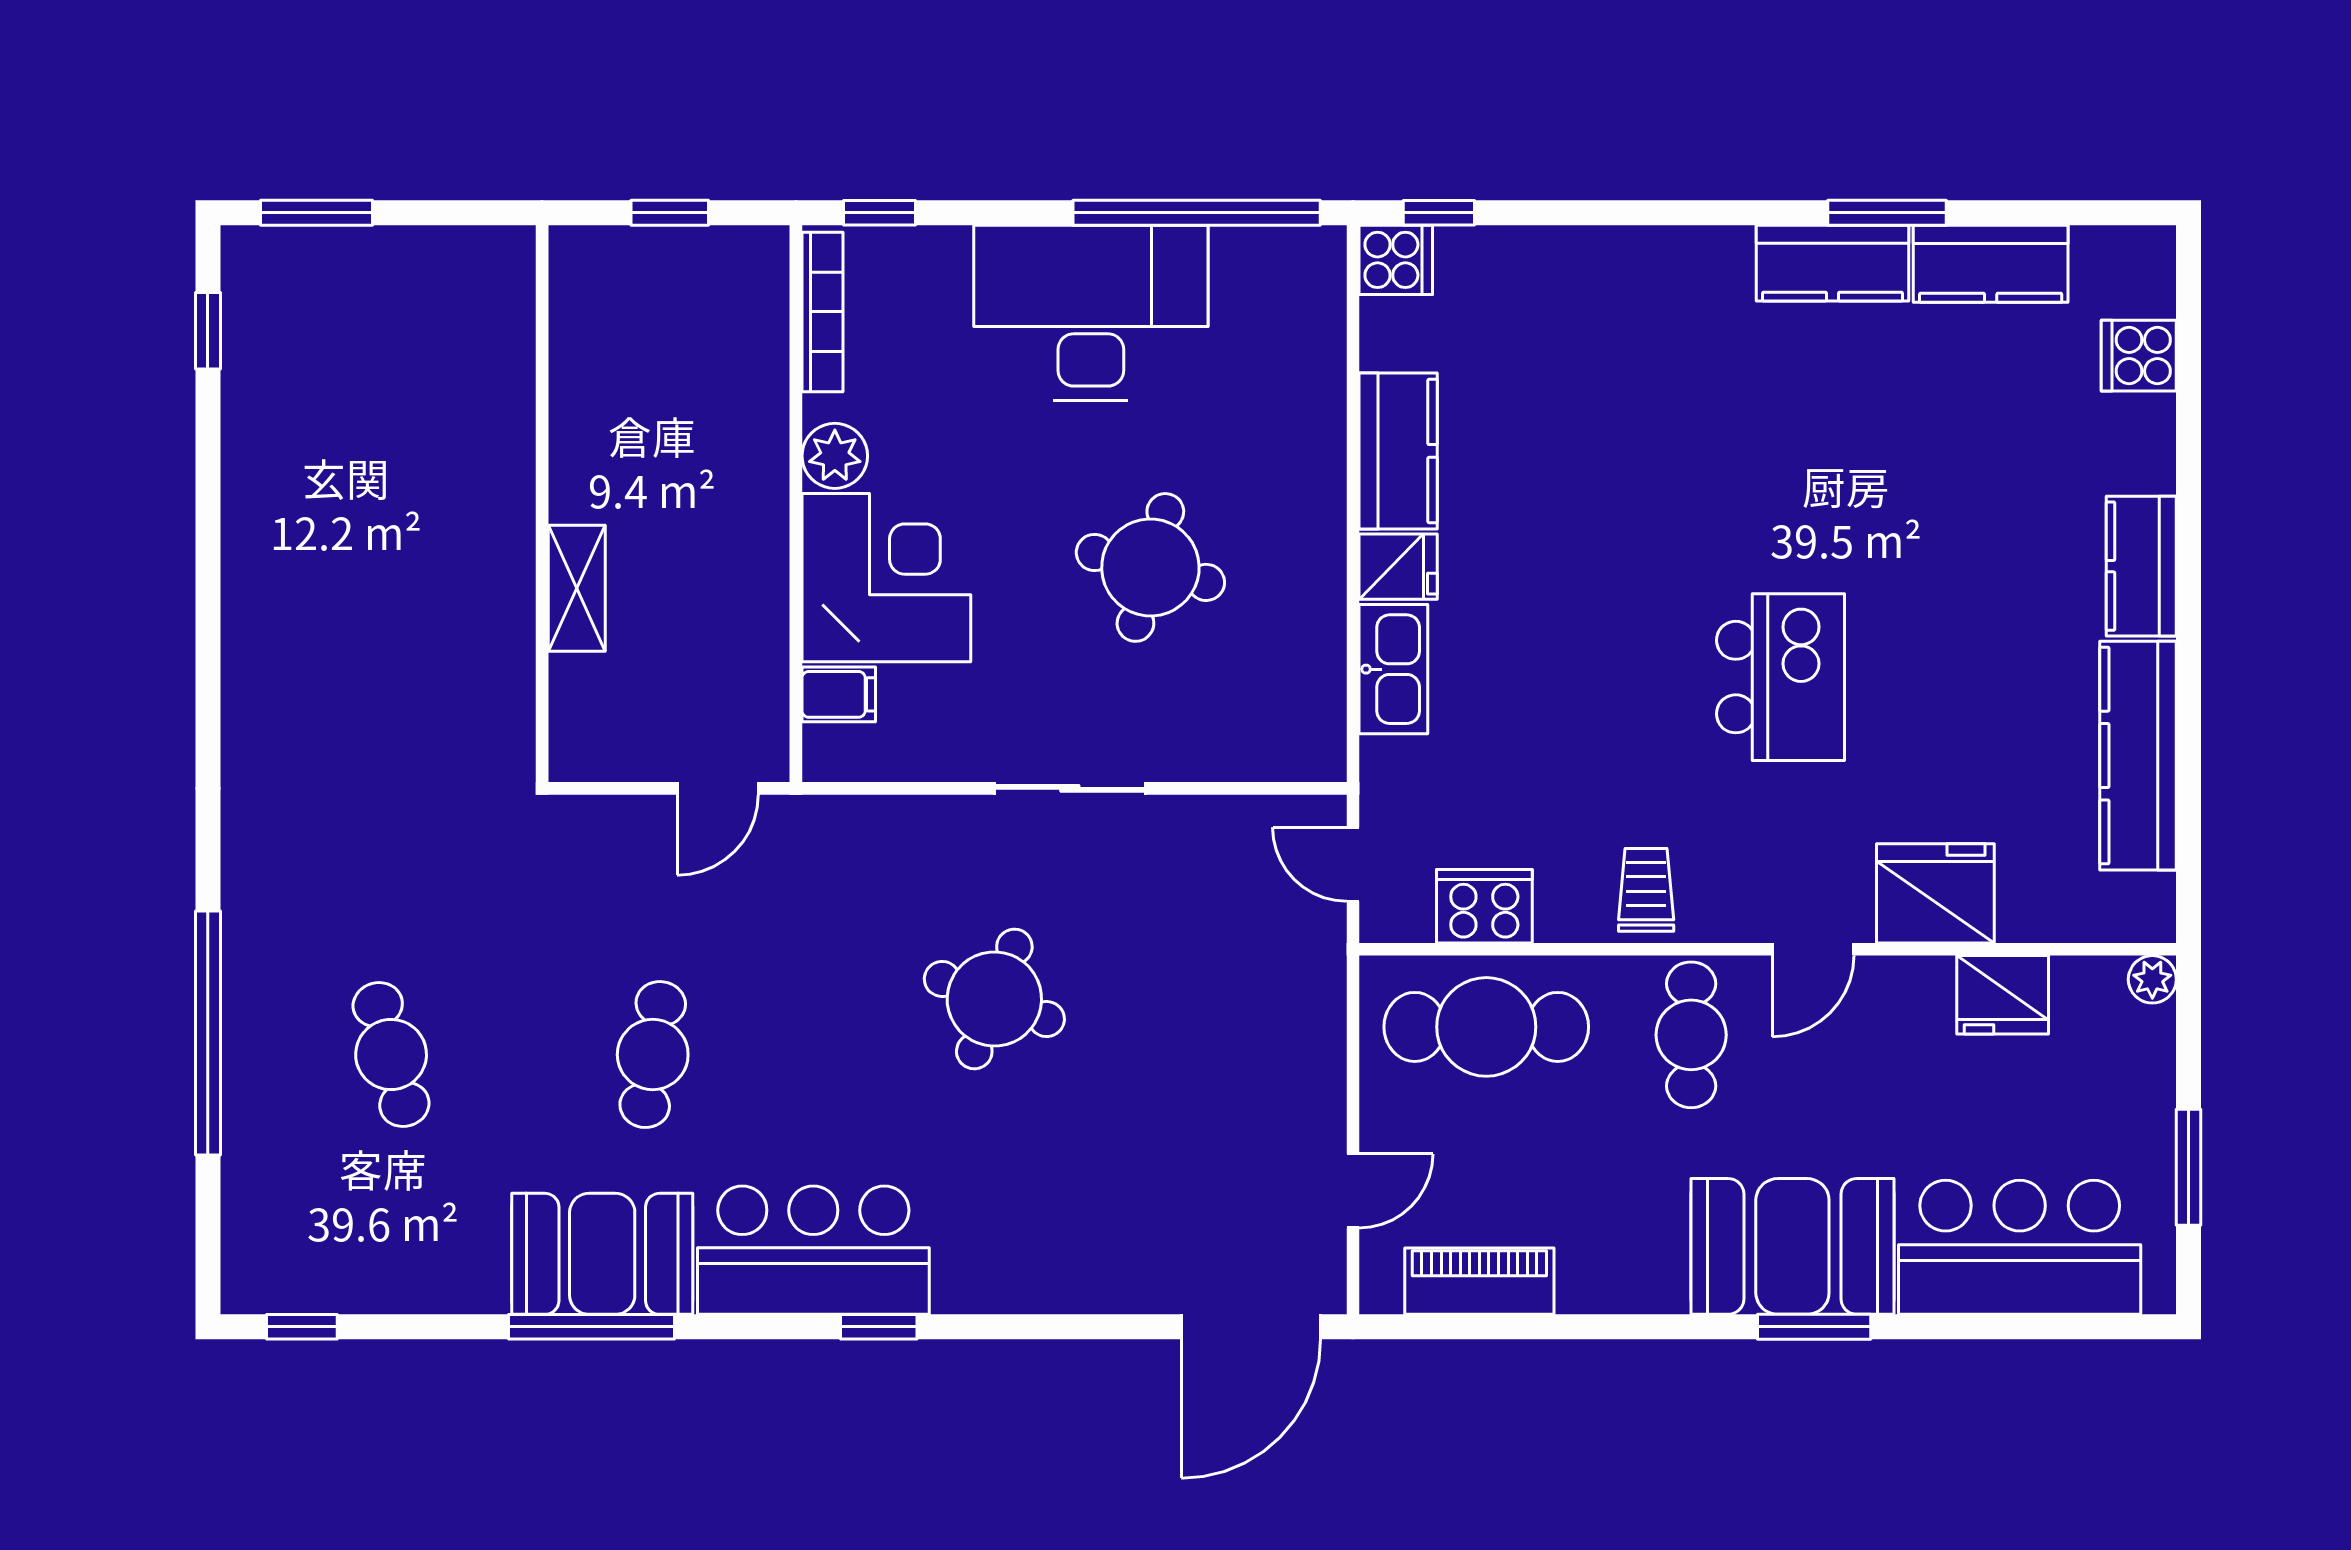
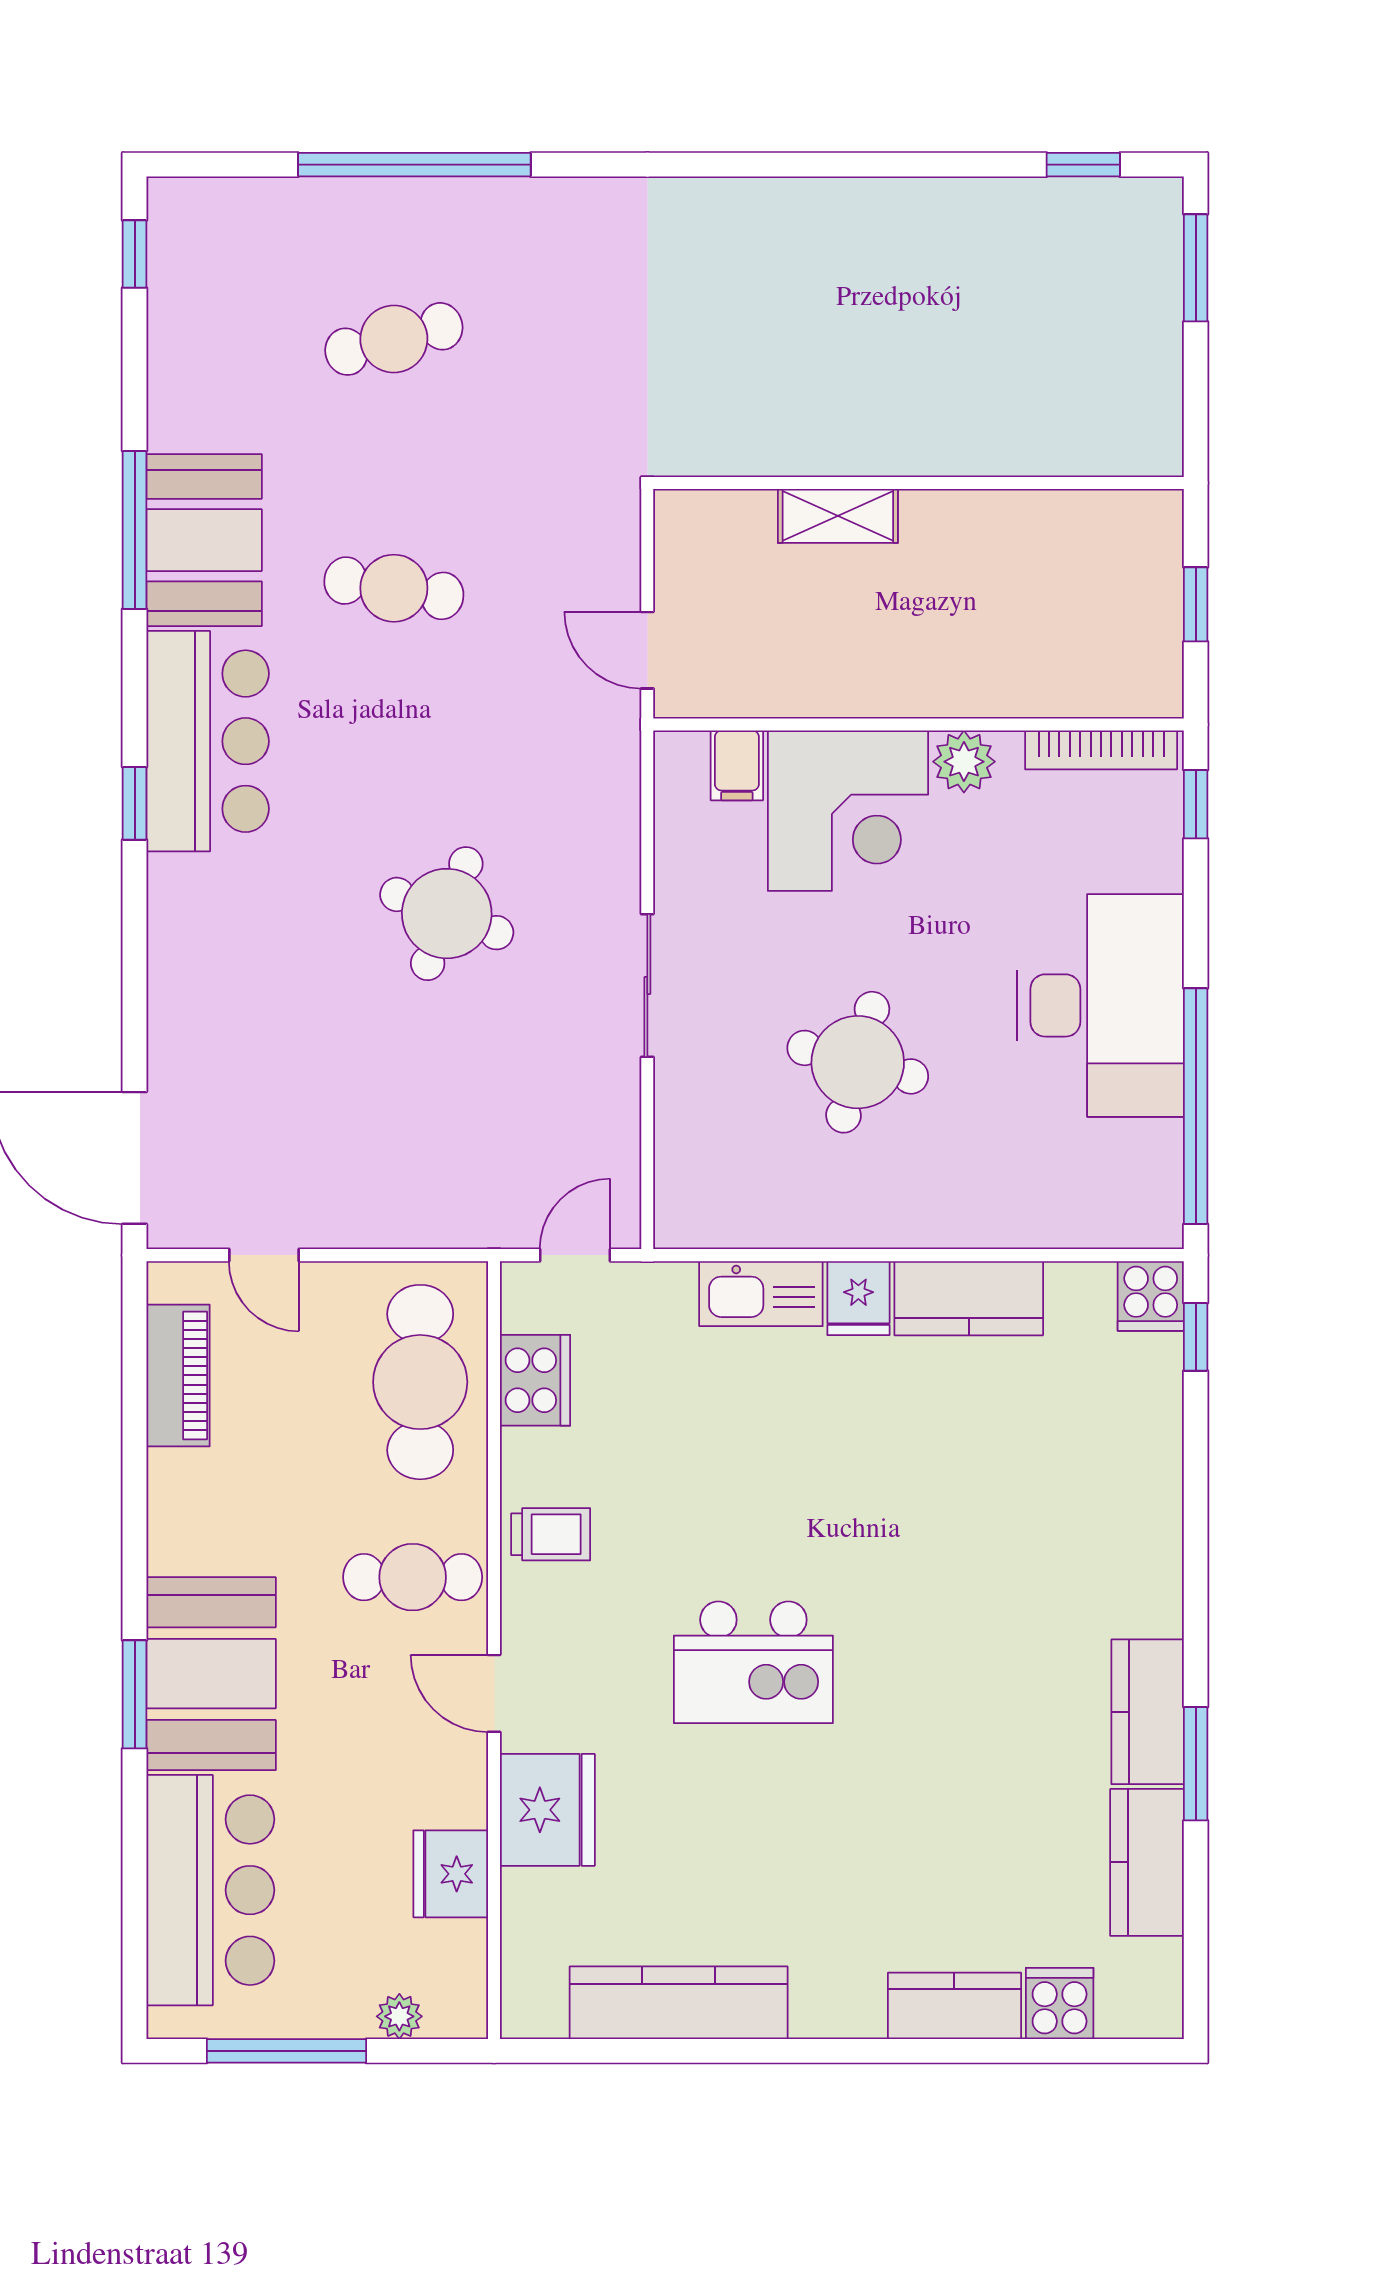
kitchen counter: (2141, 566) -> (954, 2006), moved
plant: (2152, 979) -> (399, 2016), moved
window: (2189, 1167) -> (287, 2051), width x1.44

